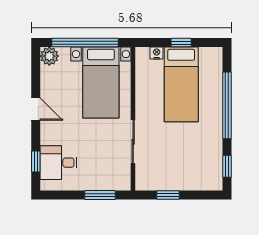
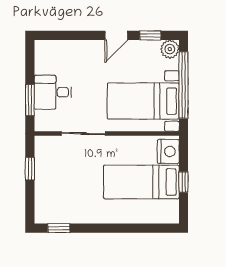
nightstand: (157, 53) -> (168, 151), width x1.89, depth x1.79
window: (227, 105) -> (120, 228), removed
window: (36, 162) -> (150, 35), moved
desk: (59, 163) -> (53, 92), moved, turned -90

